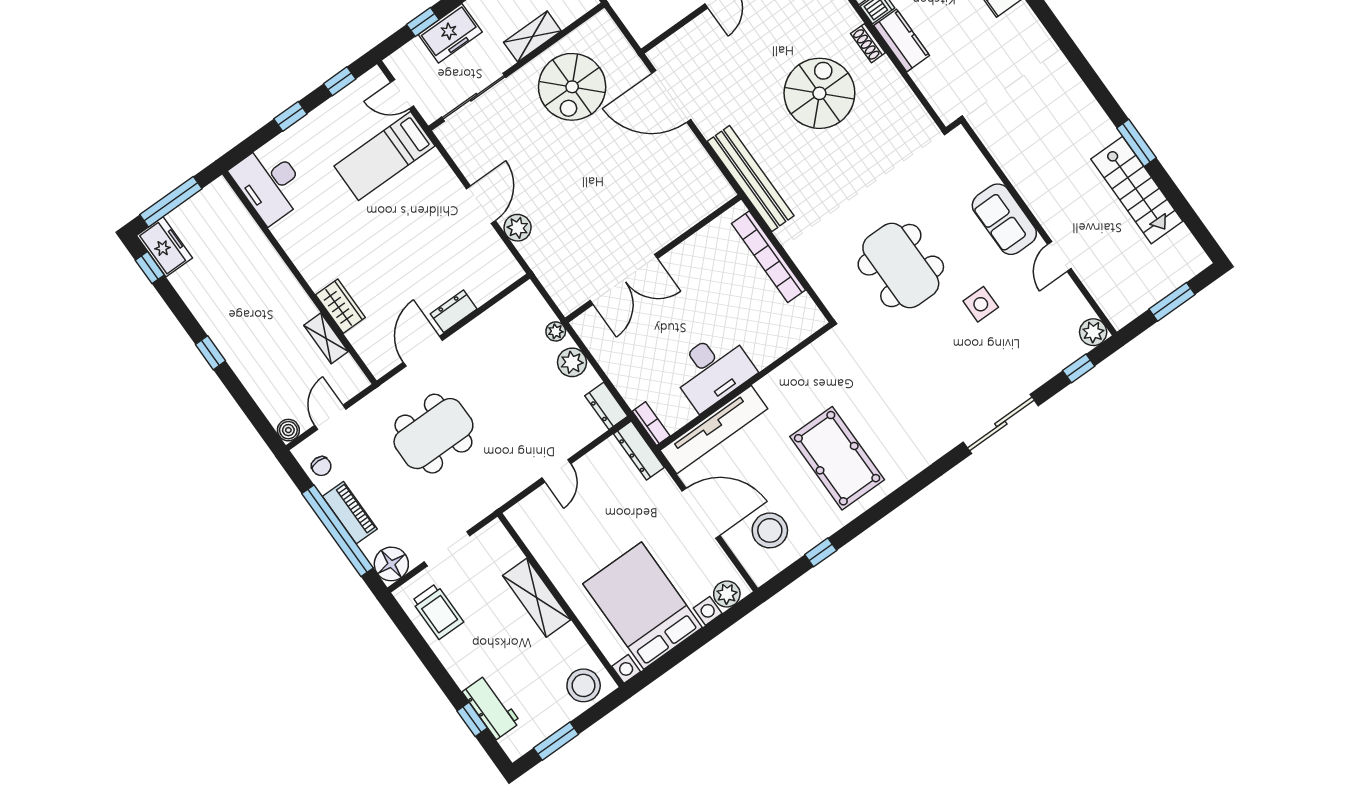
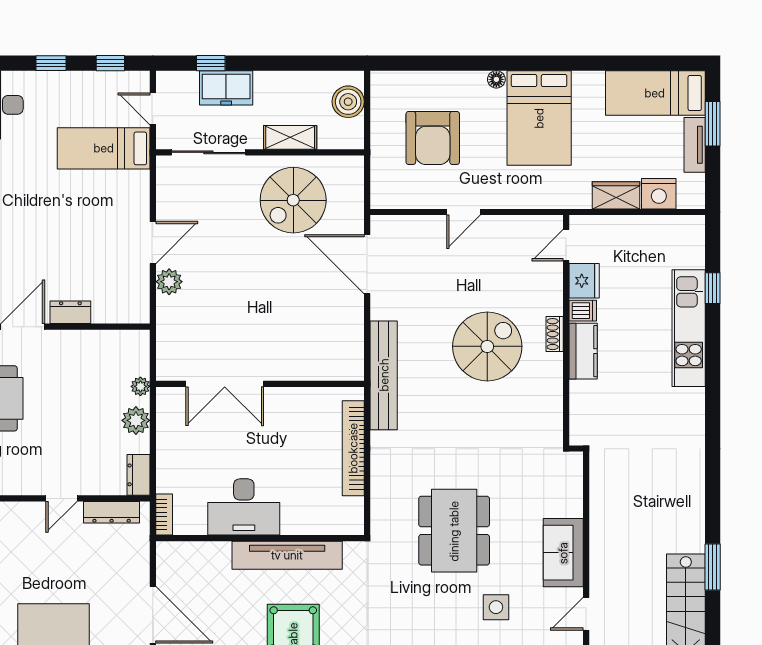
tv unit: (714, 430) -> (287, 555), moved
dresser: (639, 451) -> (112, 512), moved, turned -90

